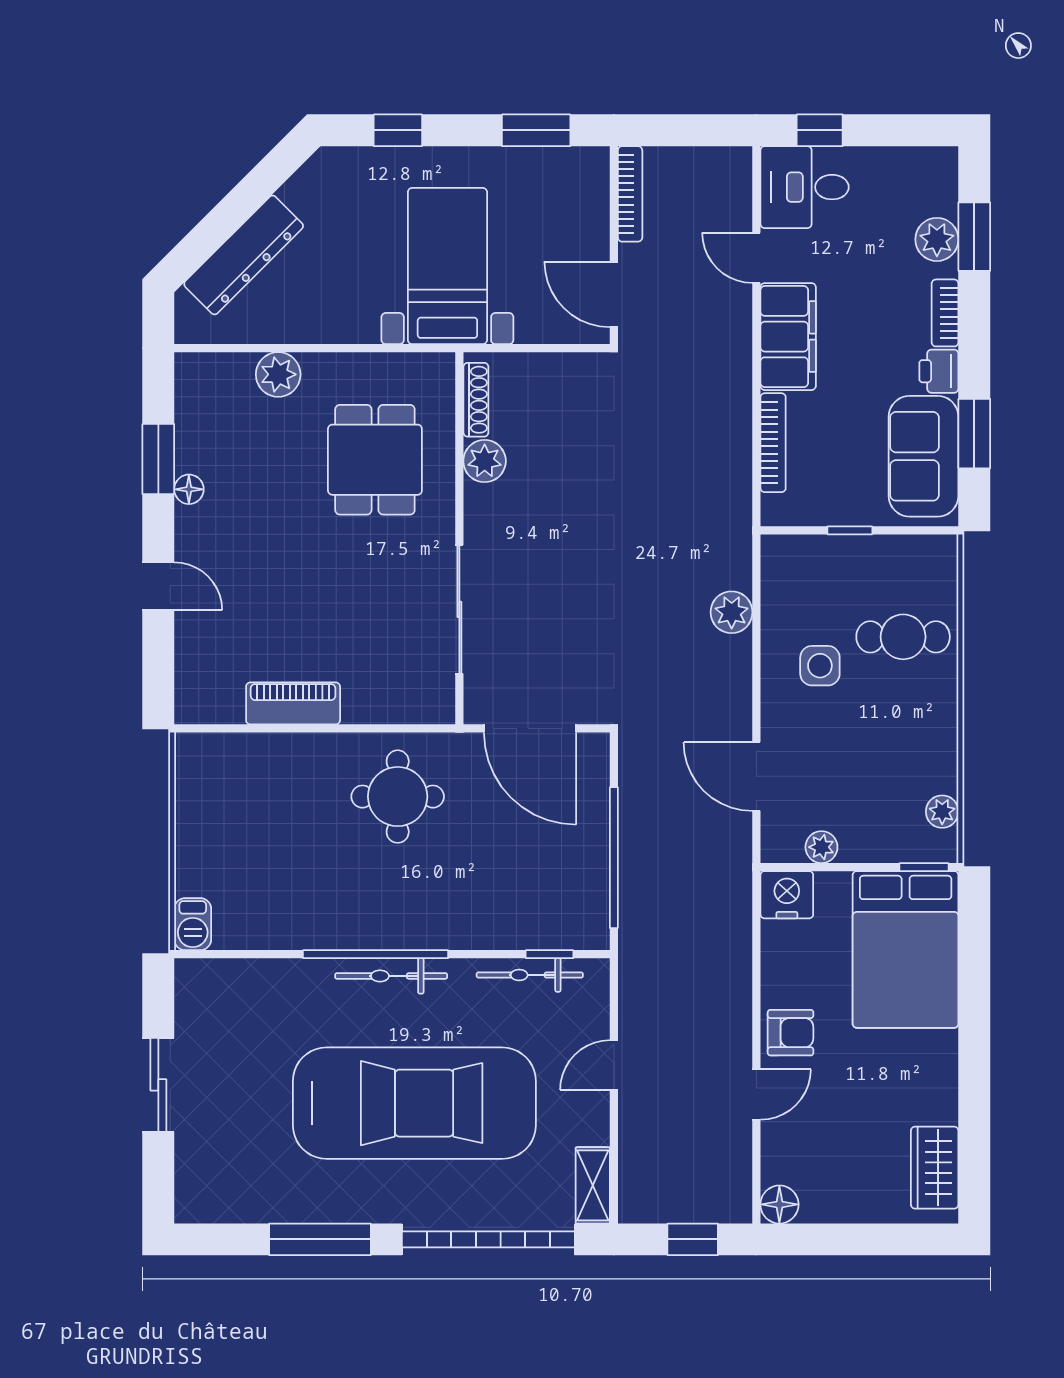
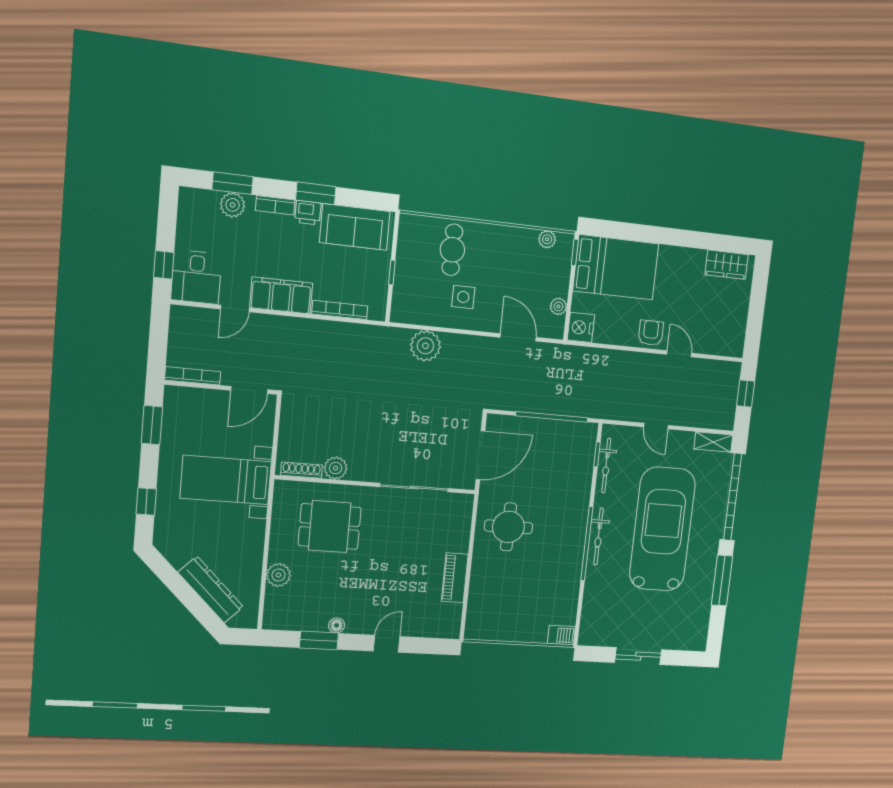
window: (974, 434) -> (316, 193), moved
plant: (732, 612) -> (425, 346), width x1.36, depth x1.36
door: (756, 777) -> (518, 337), swing flipped
floor lamp: (779, 1204) -> (734, 347), removed

